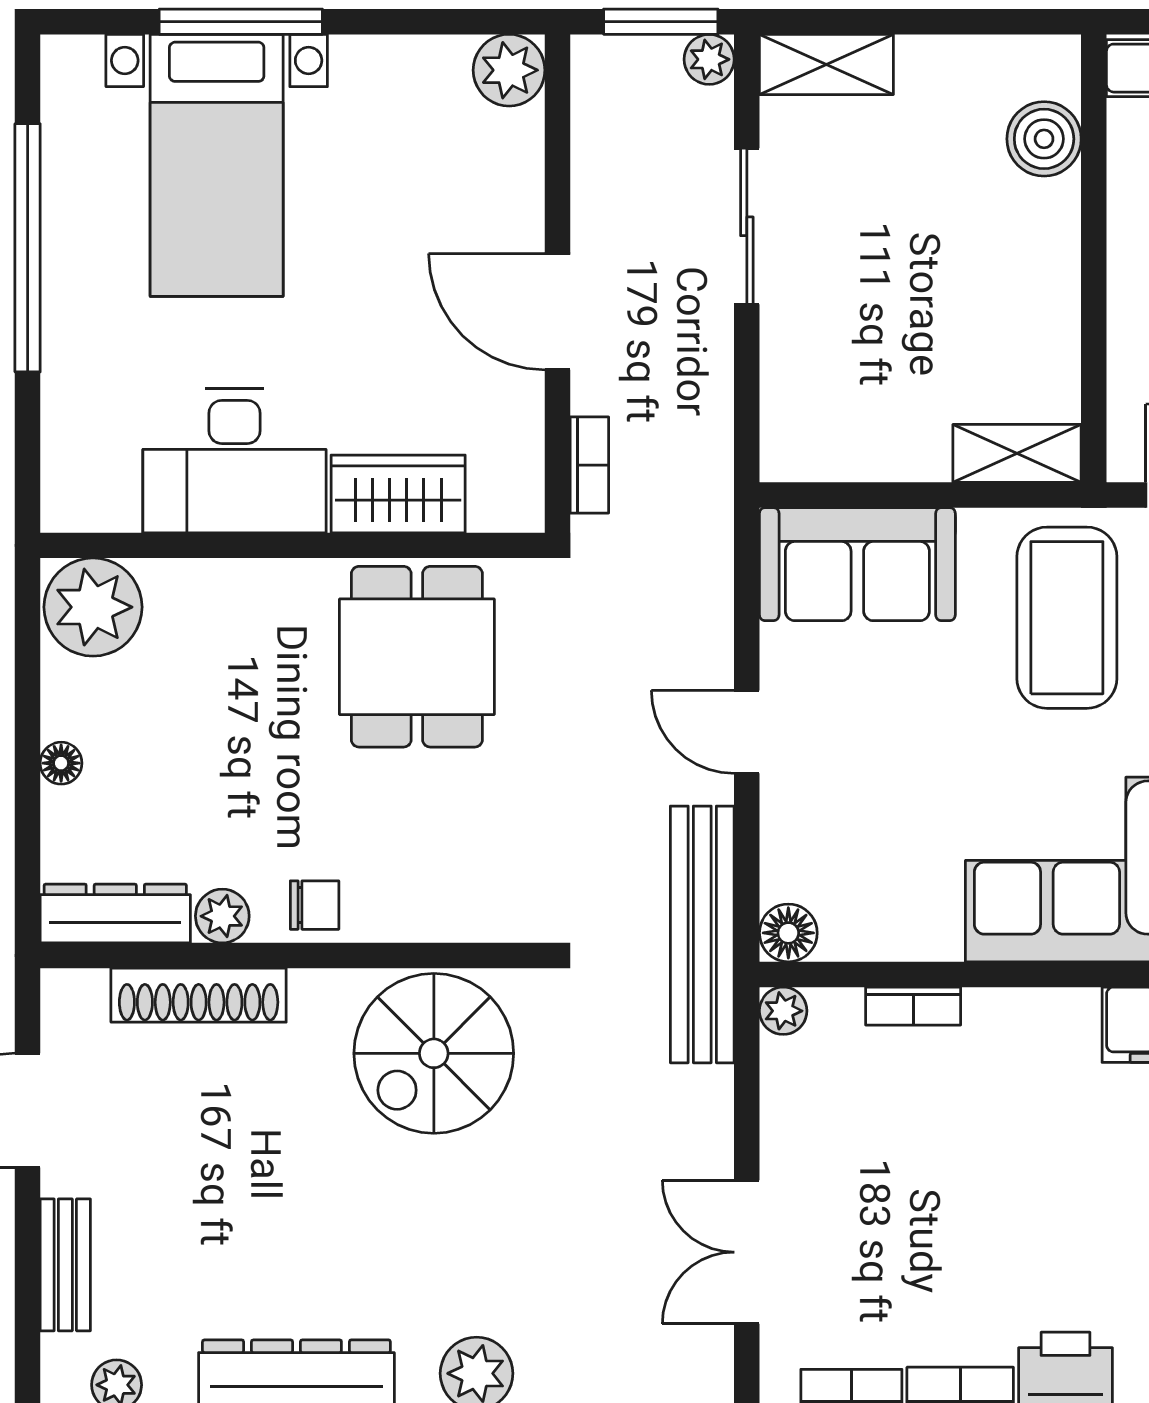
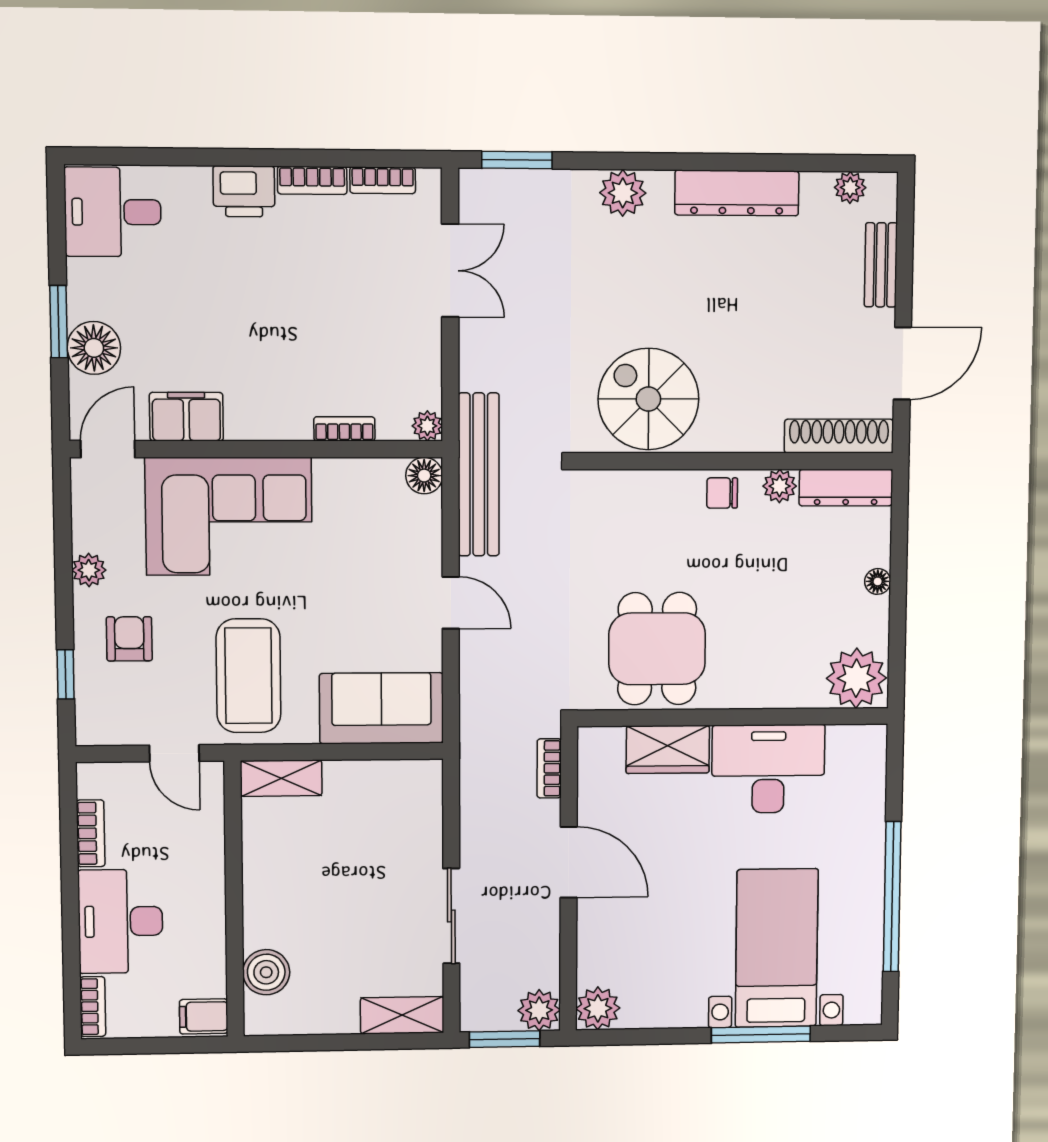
plant: (709, 59) -> (539, 1010), moved, width x1.38, depth x1.38
shoe rack: (199, 995) -> (839, 436), moved
spiral stairs: (434, 1053) -> (648, 399), turned -90

